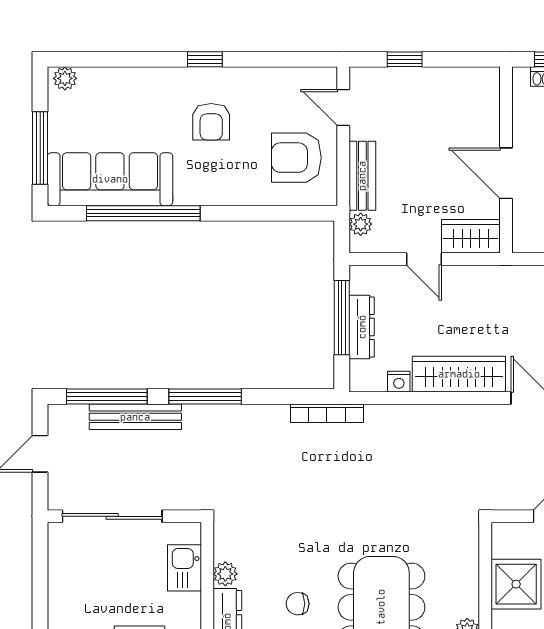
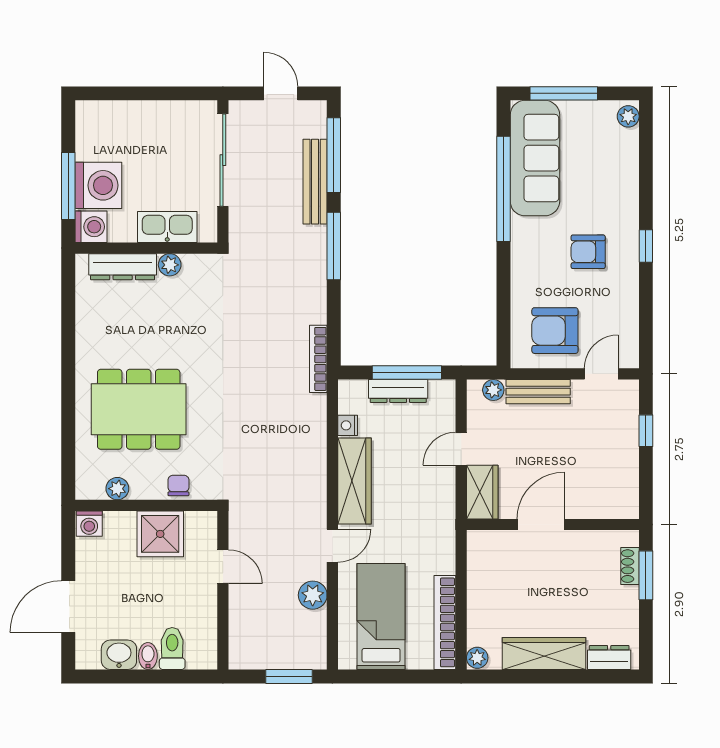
armchair: (296, 158) -> (555, 331), turned -90
kitchen sink: (184, 568) -> (167, 227), width x1.38
chair: (298, 604) -> (178, 485), moved

